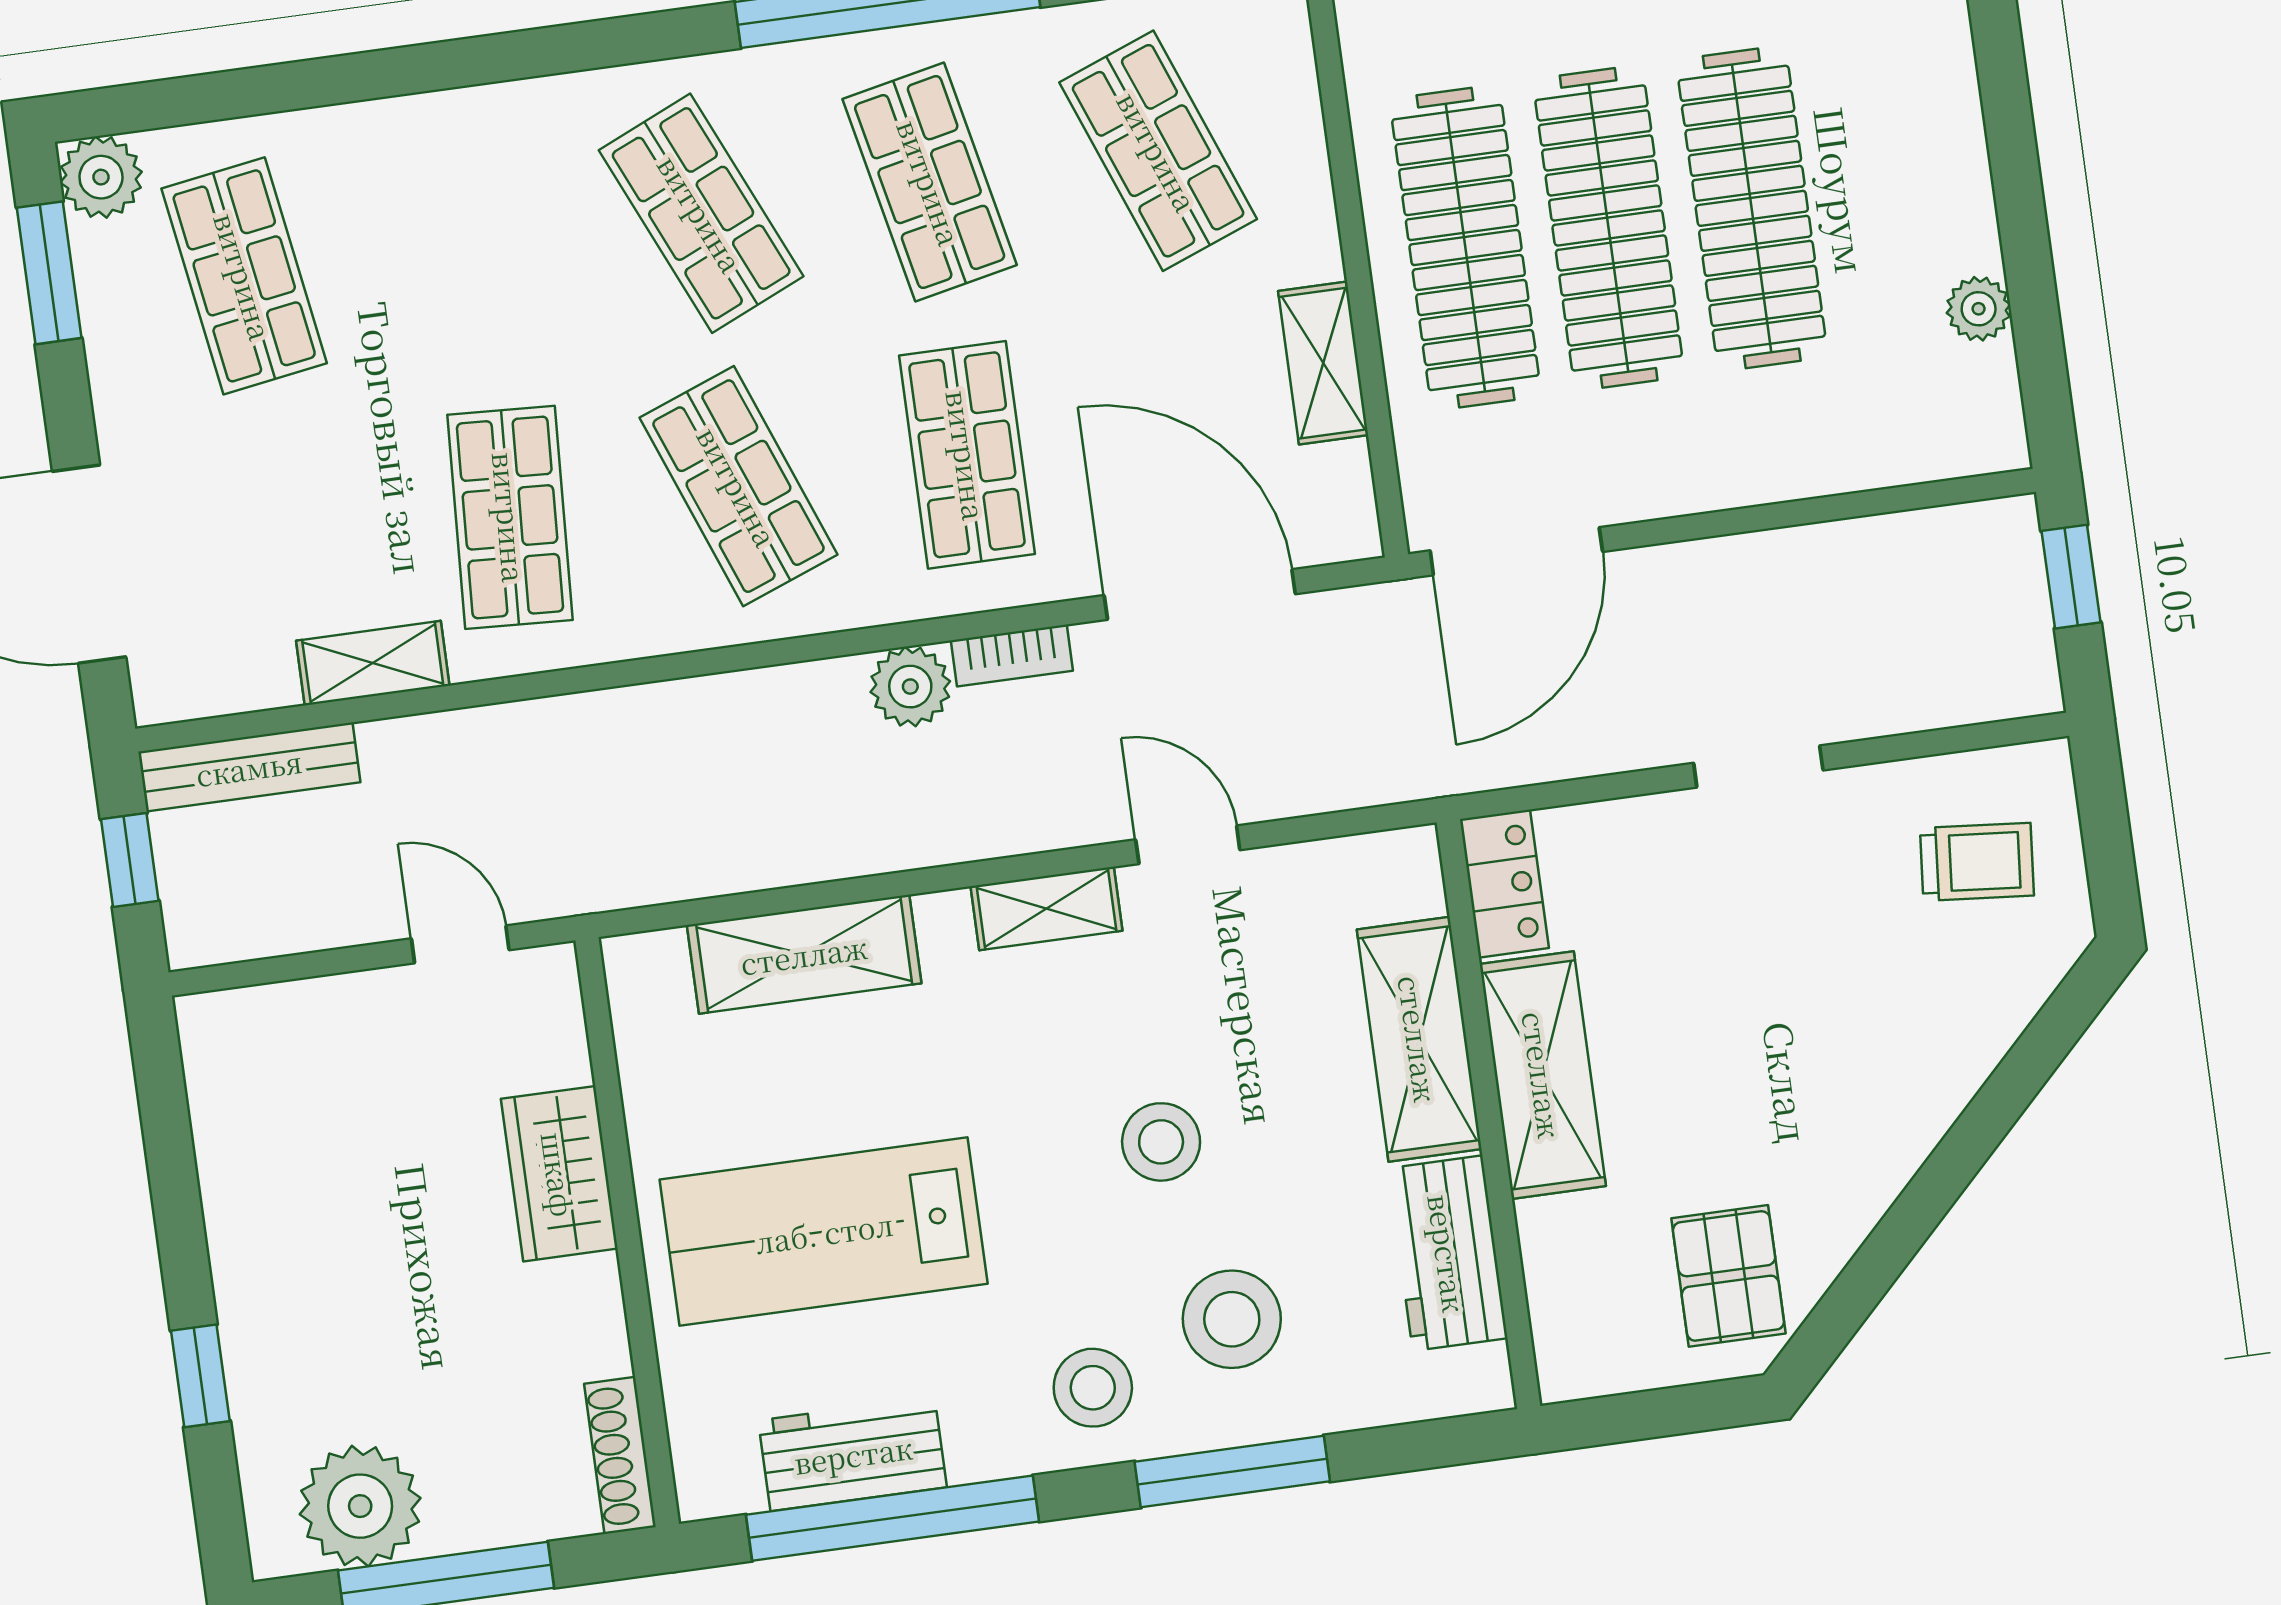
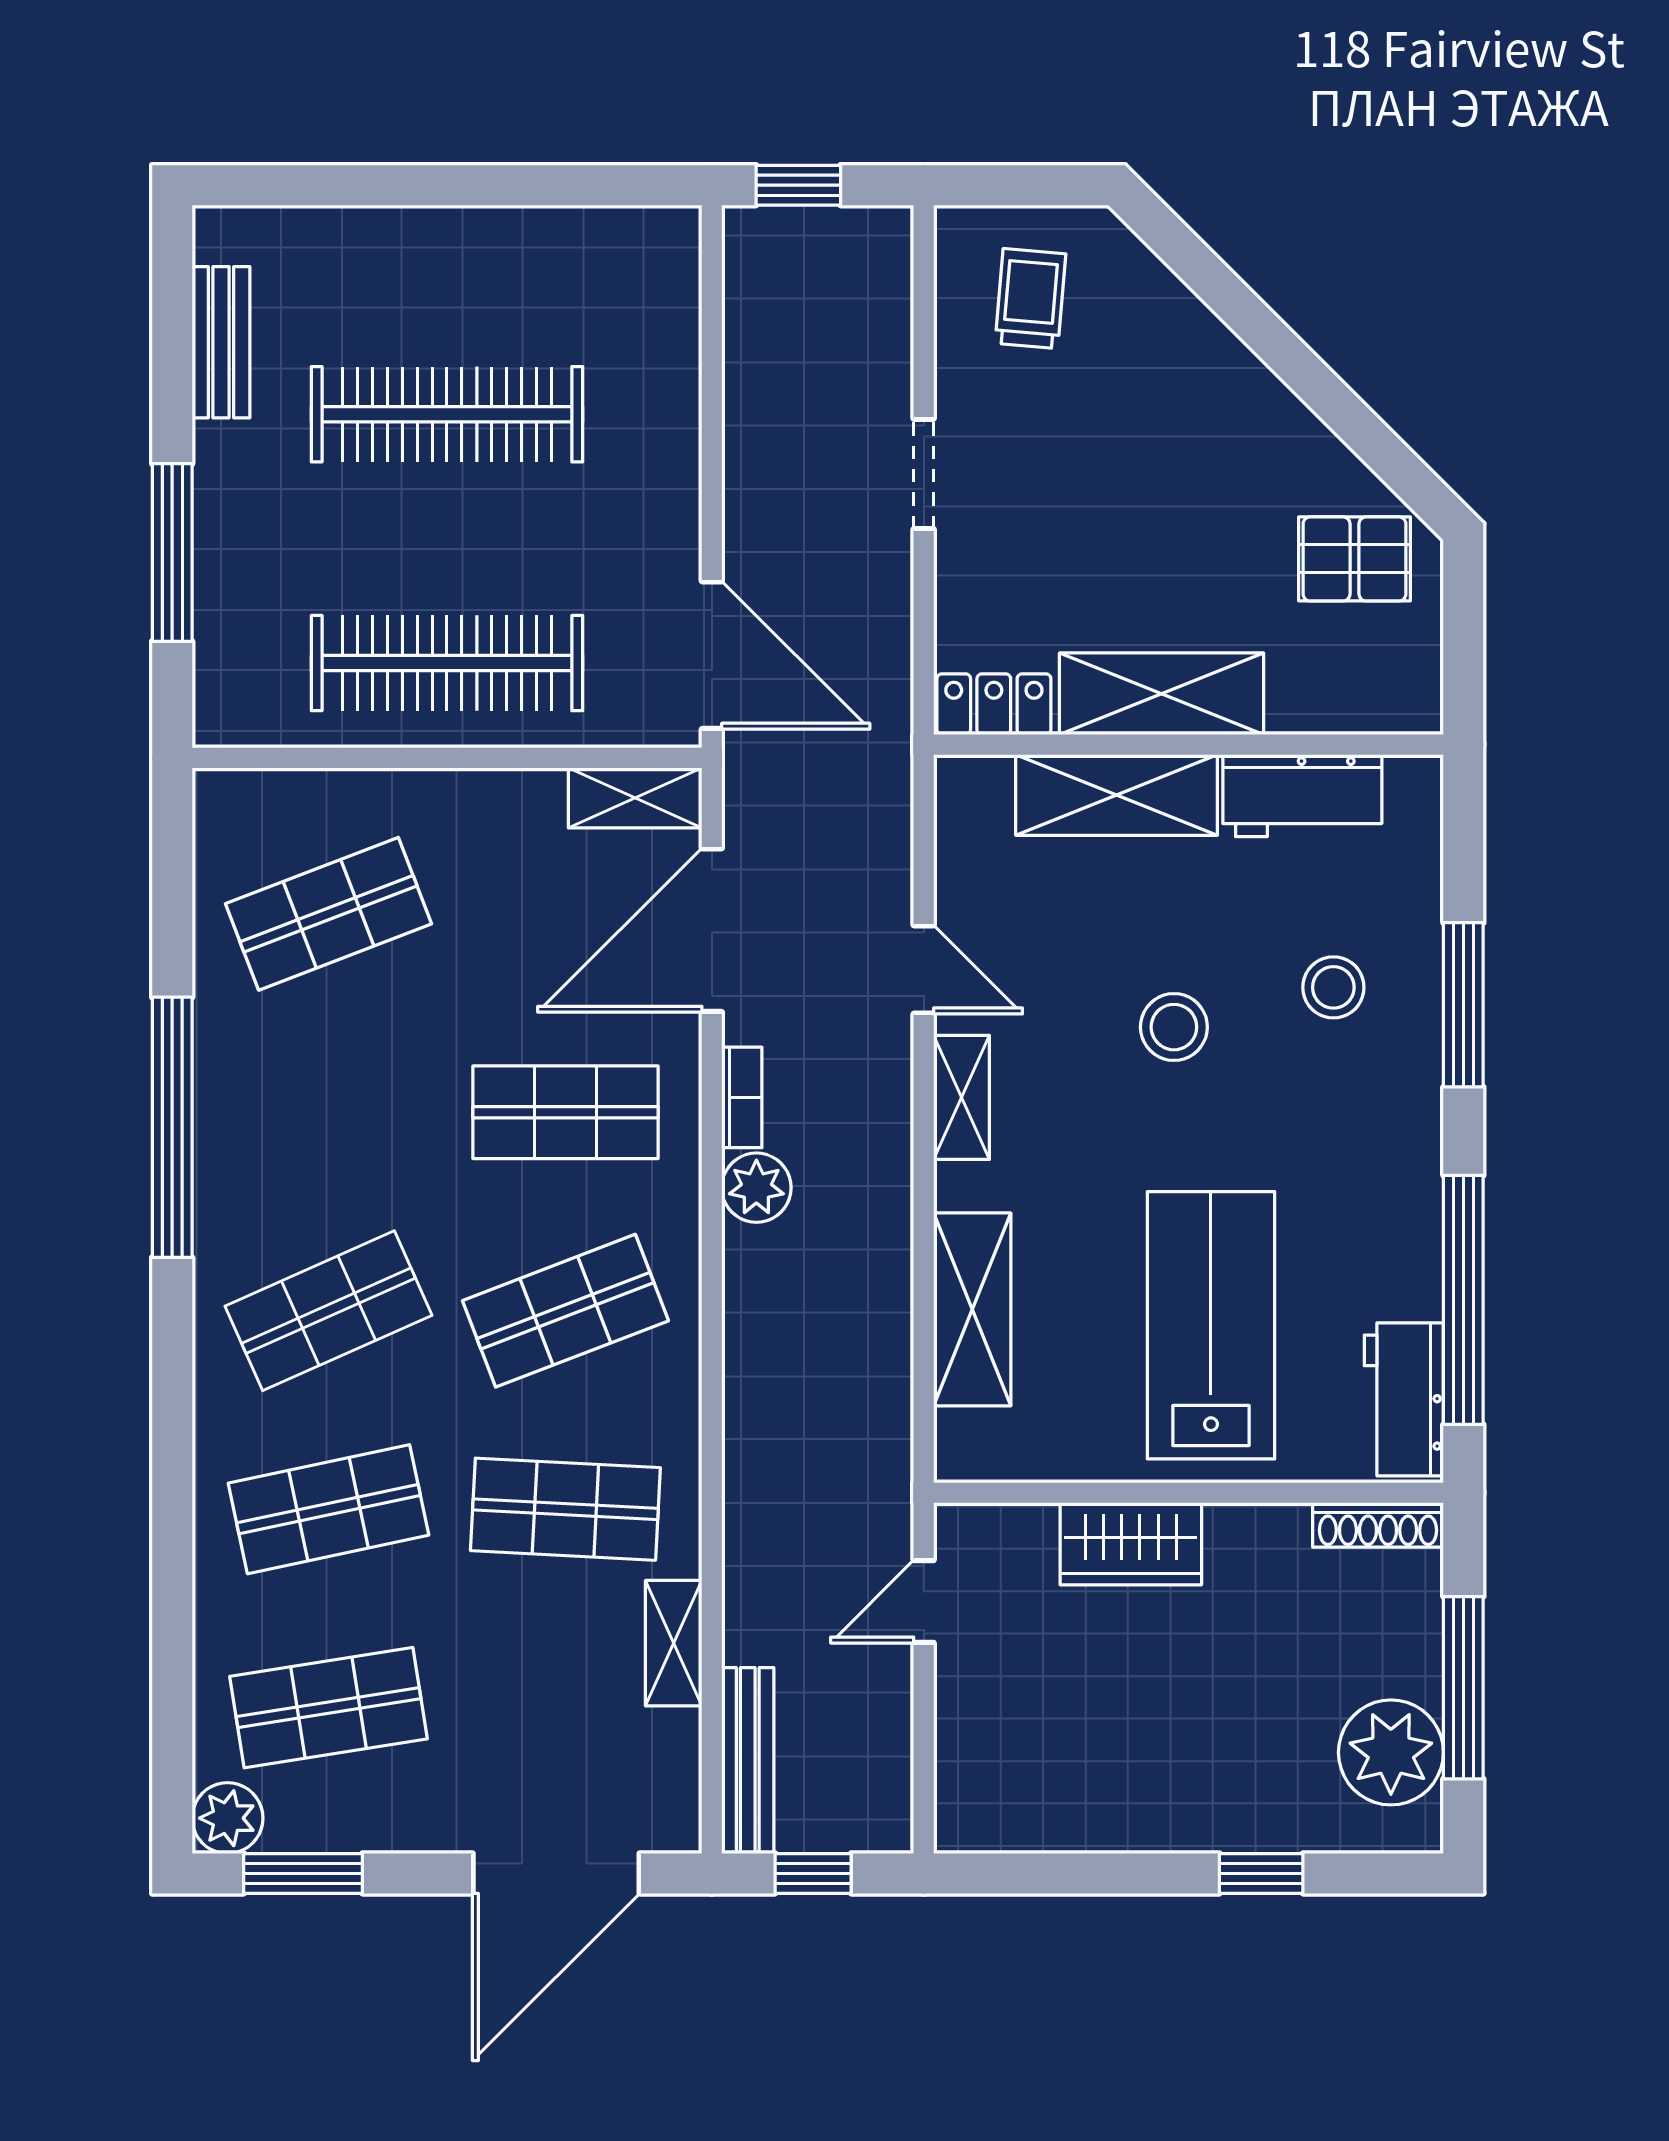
shop shelf: (930, 182) -> (329, 1509), moved
clothes rail: (1609, 228) -> (447, 539), removed
plant: (1979, 309) -> (559, 233), removed
shelving: (1323, 363) -> (635, 798), moved
door: (1188, 845) -> (924, 969), swing flipped
lab bench: (824, 1232) -> (1211, 1325), turned 180
stool: (1232, 1319) -> (1333, 987), width x0.73, depth x0.73
stool: (1093, 1388) -> (1376, 1114), removed
workbench: (853, 1454) -> (1404, 1399), moved

